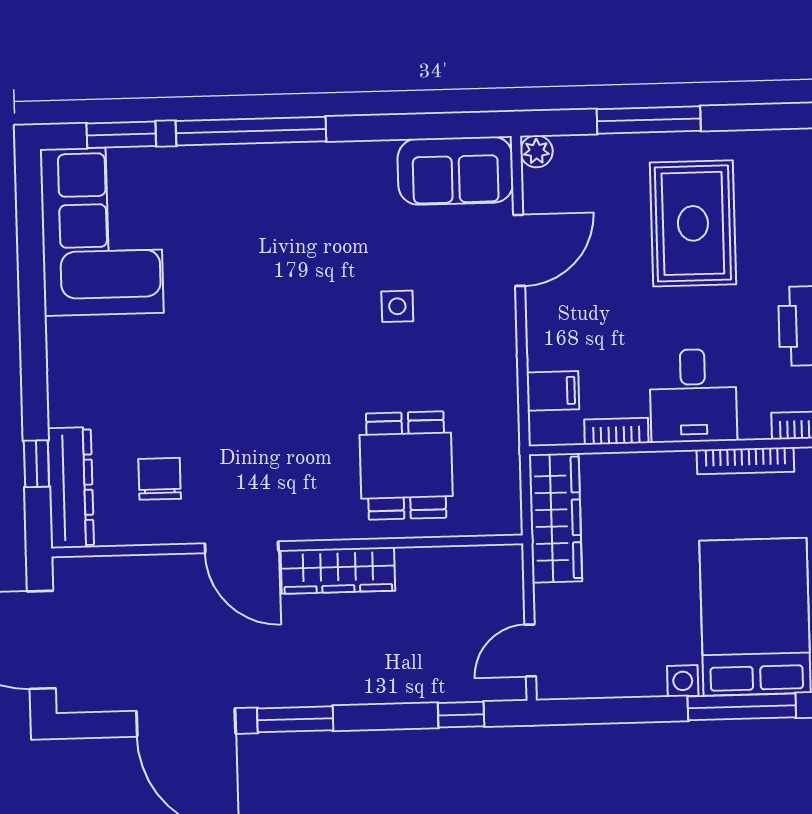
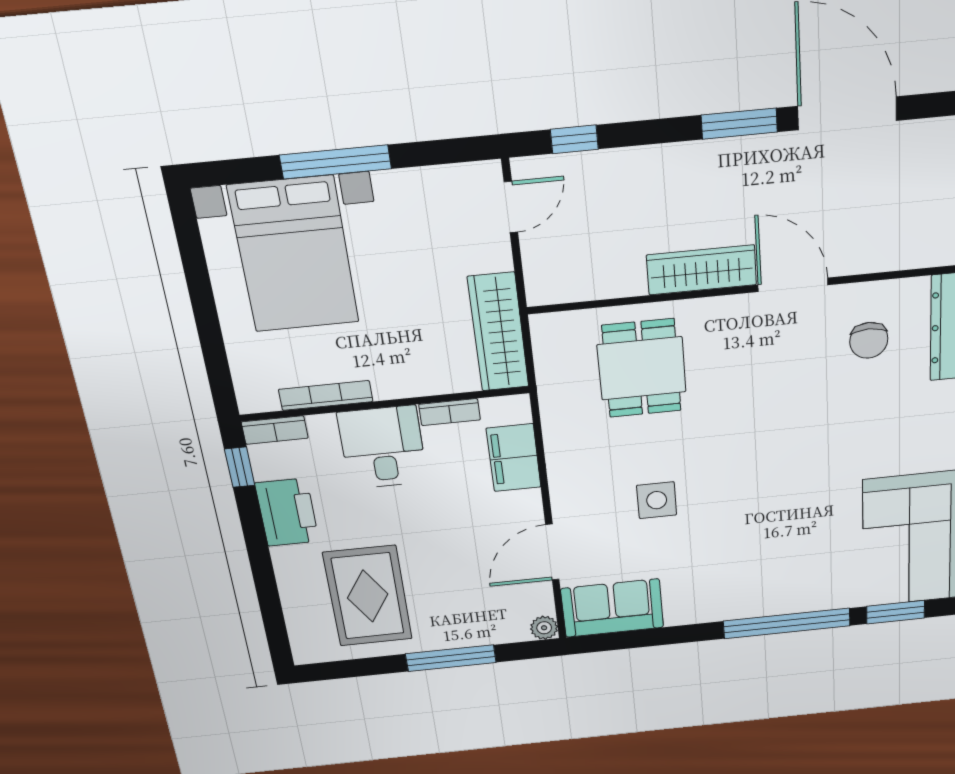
rug: (693, 223) -> (368, 596), moved
side table: (397, 306) -> (657, 500), width x1.37, depth x1.37
filing cabinet: (553, 391) -> (514, 458), width x2.00
window: (742, 707) -> (335, 162), moved

